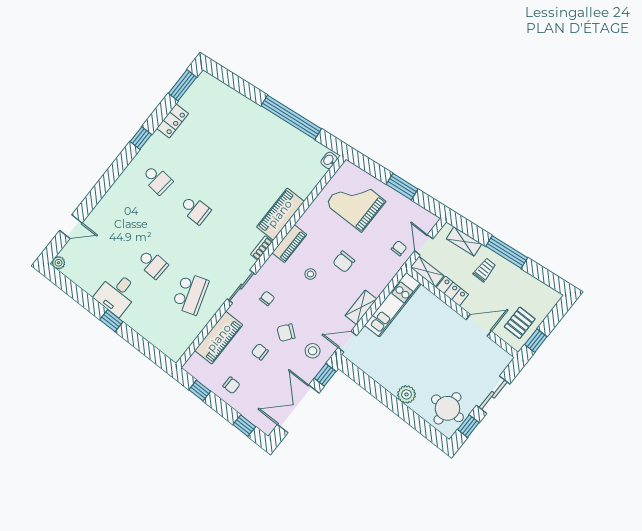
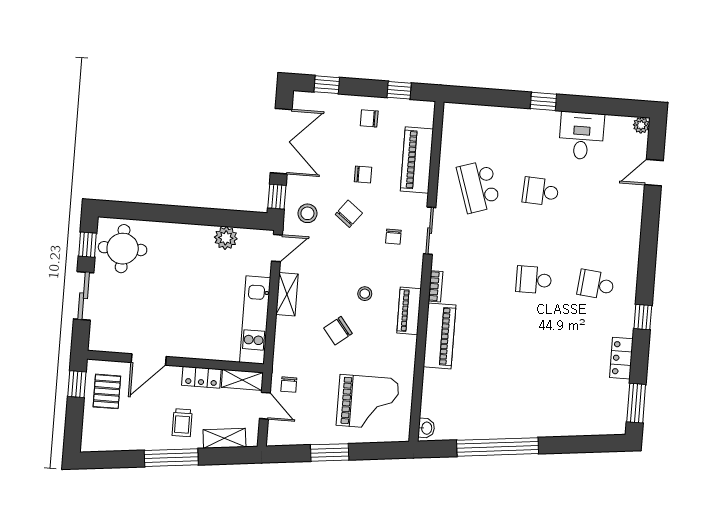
chair: (344, 262) -> (338, 331), turned -128
desk: (117, 294) -> (581, 136), moved
plant: (406, 394) -> (226, 238), moved

